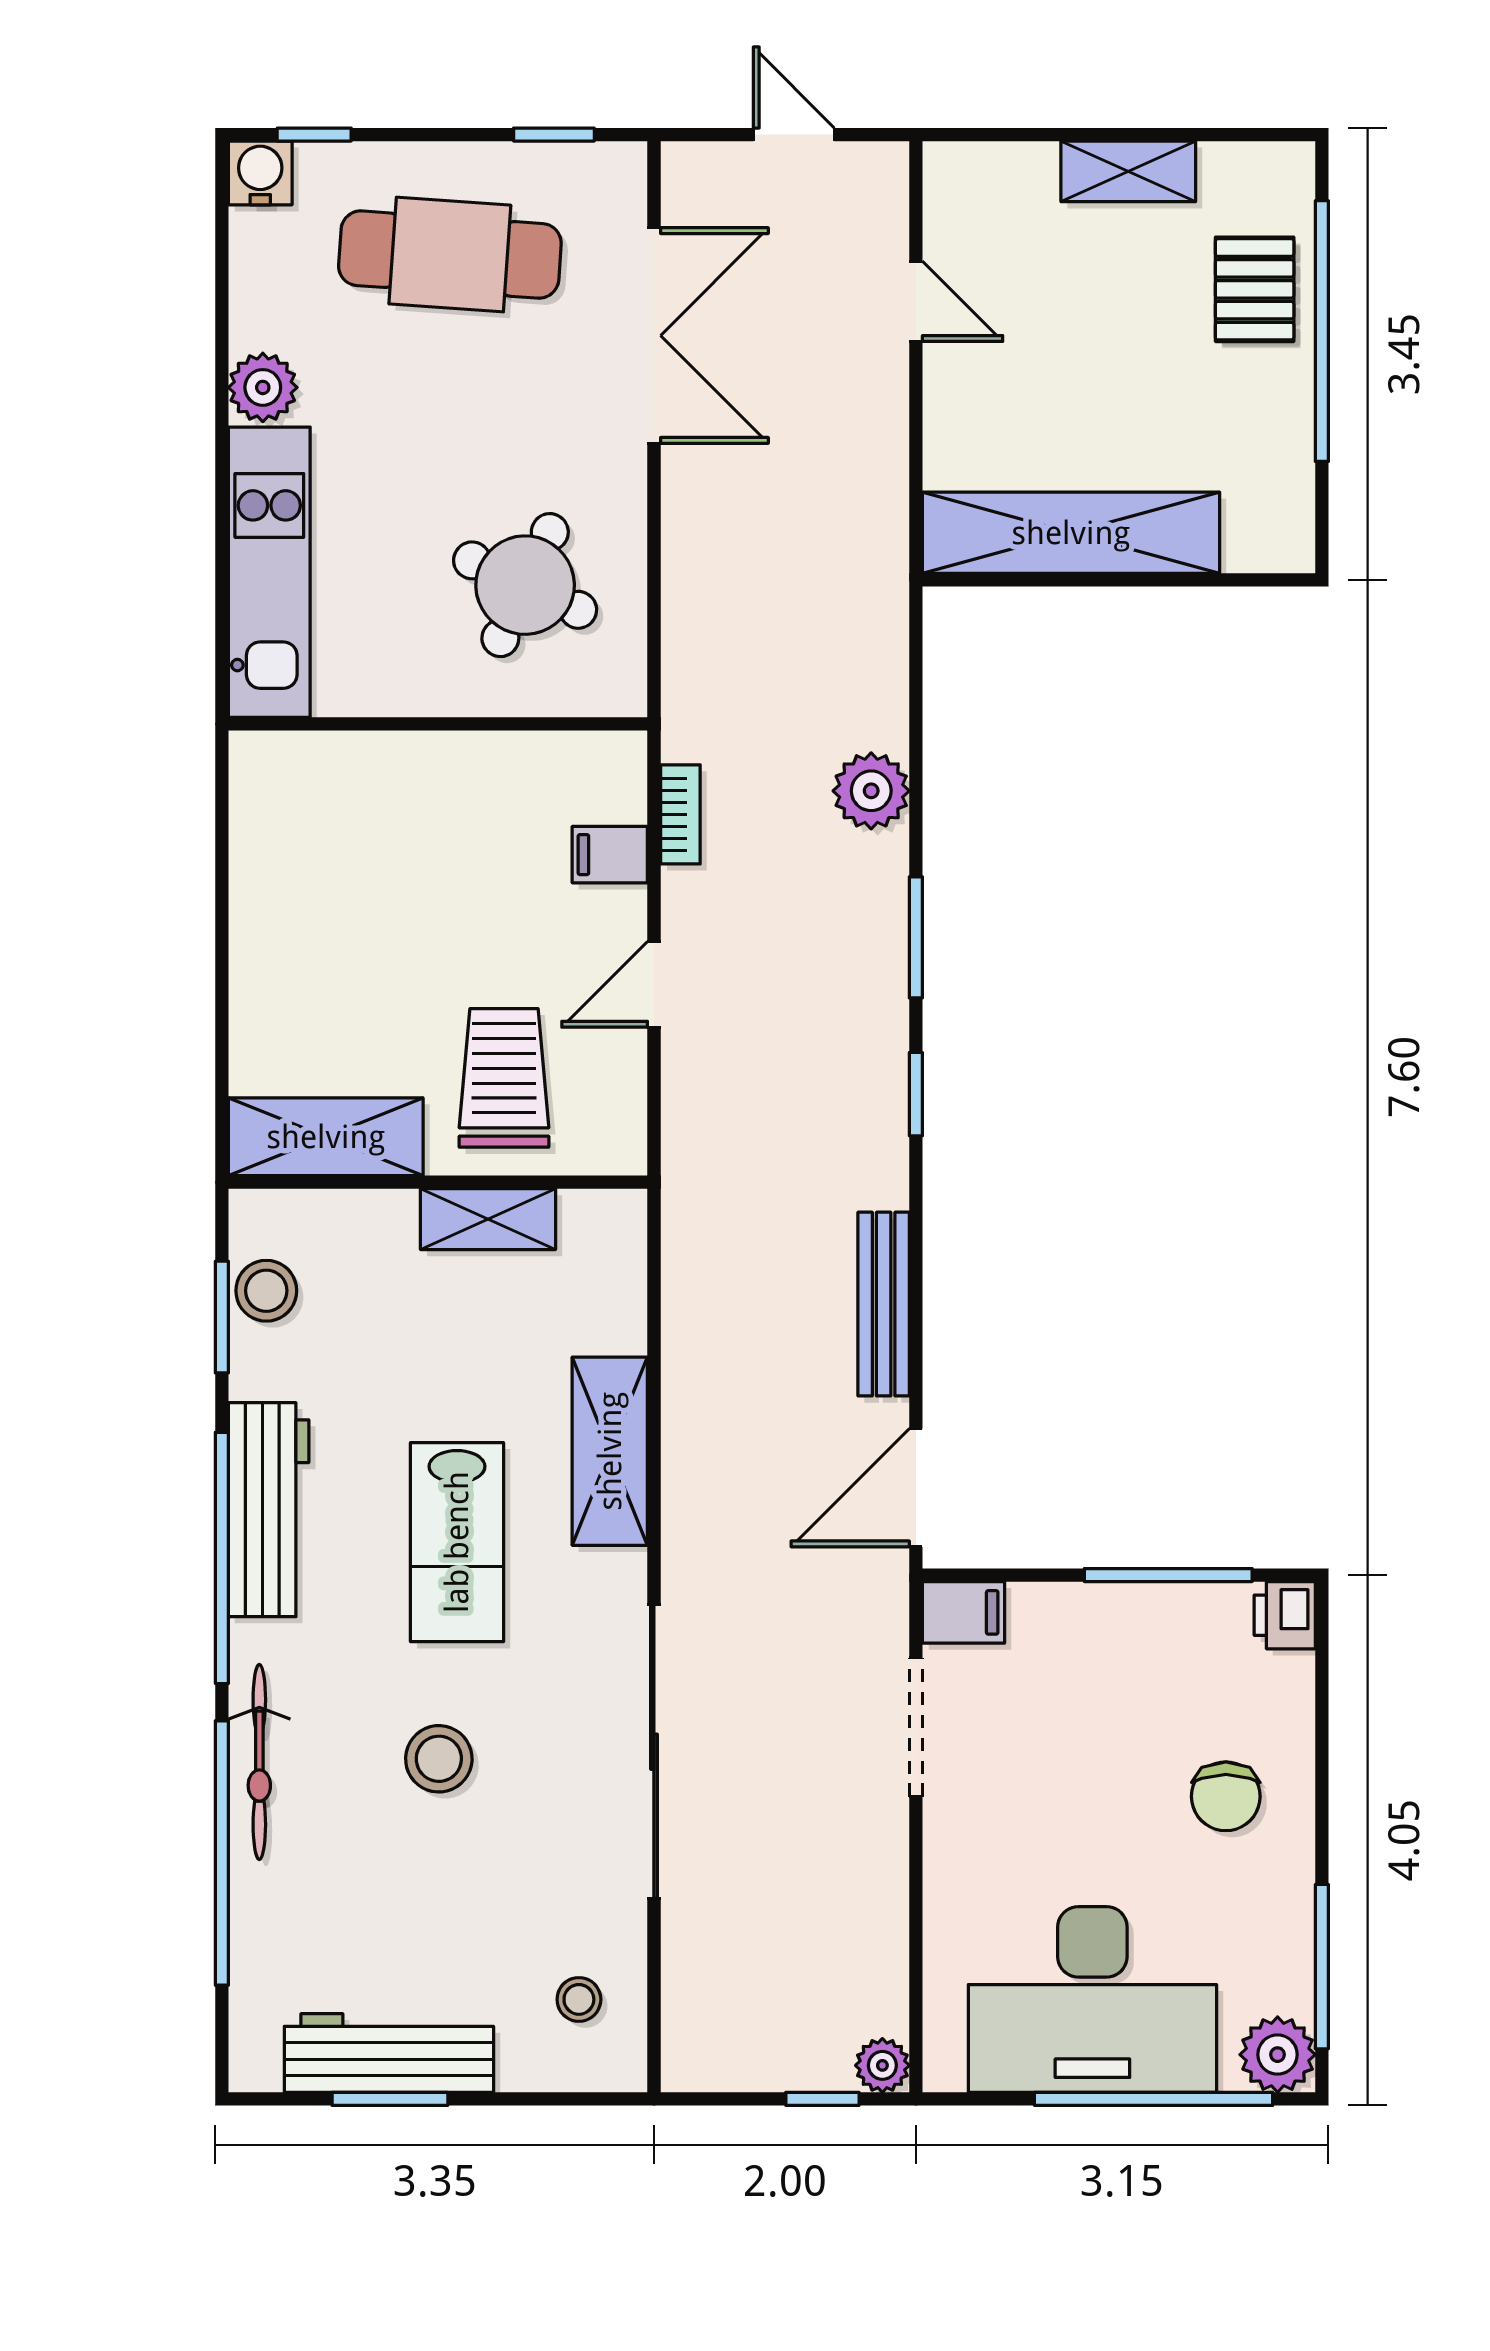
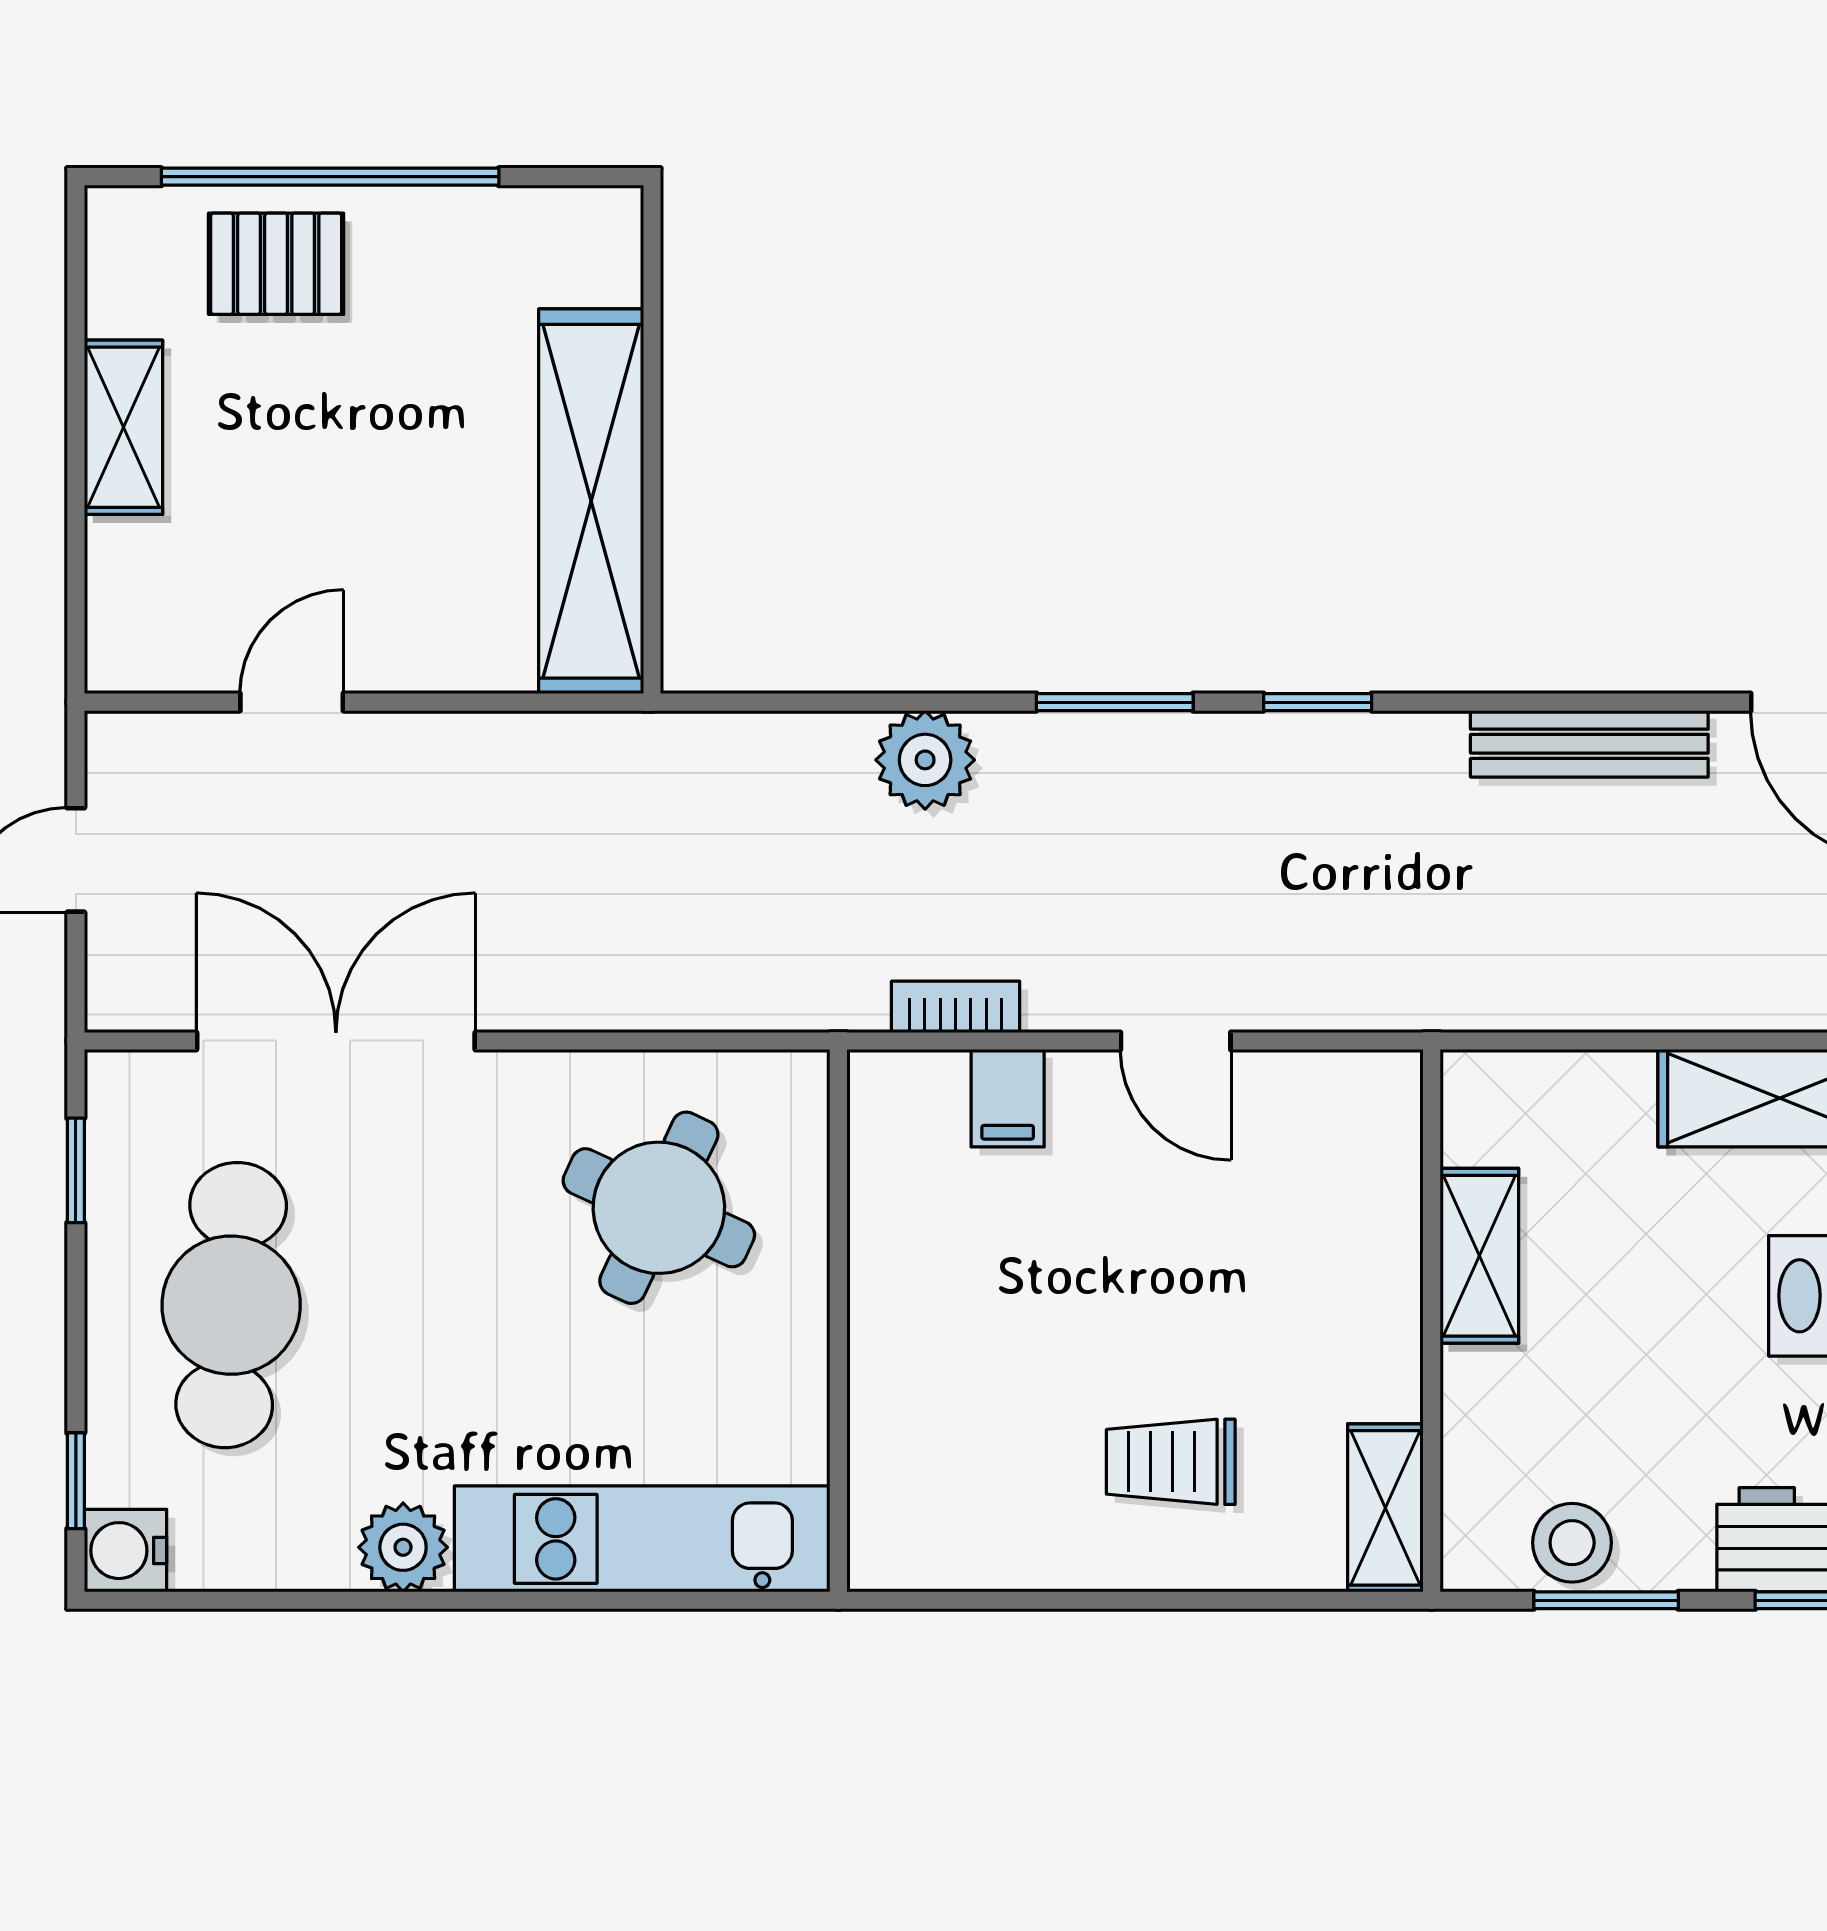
trolley: (504, 1078) -> (1171, 1462), moved, width x0.73, depth x0.72
shelving: (326, 1137) -> (1385, 1508), width x0.67, depth x0.75

